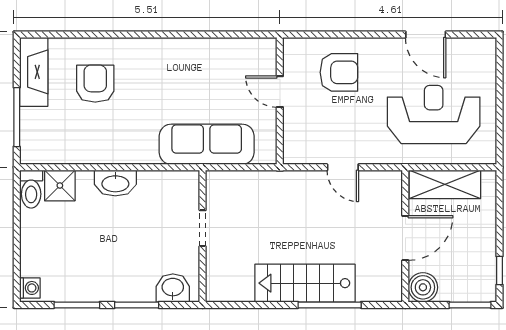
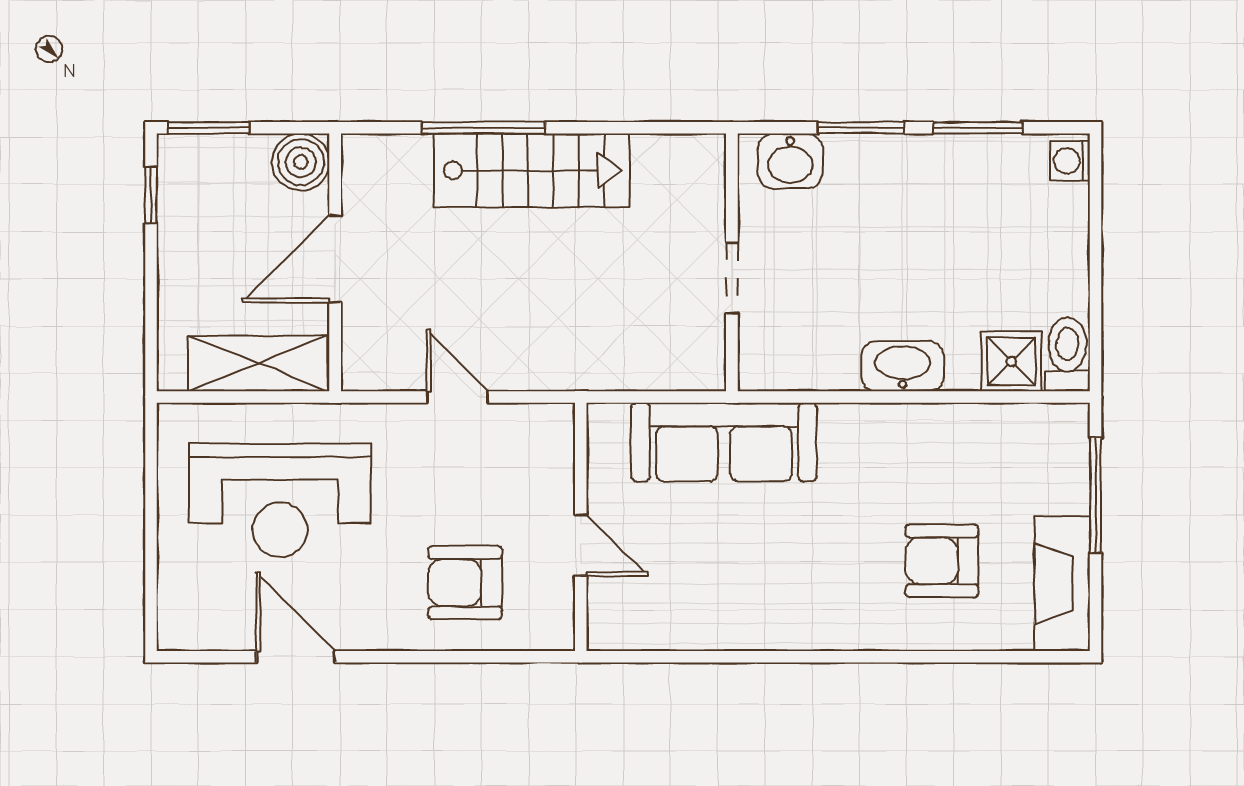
armchair: (95, 84) -> (942, 561), turned 90

